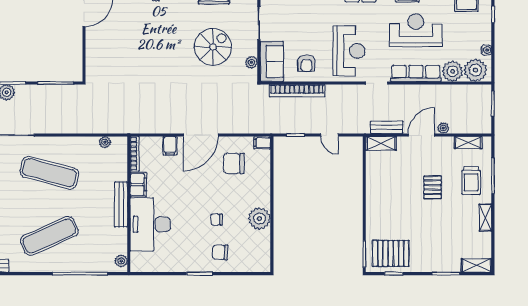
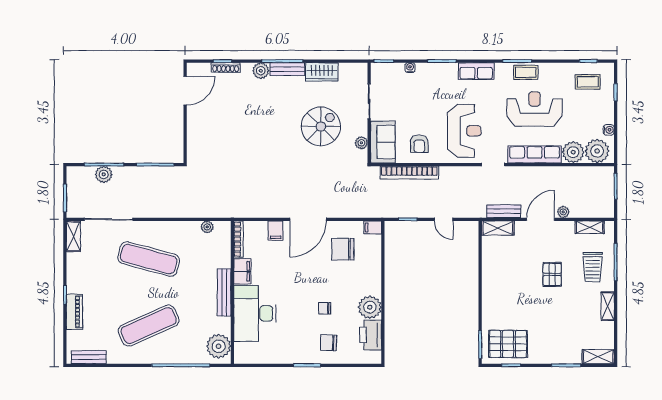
printer: (260, 245) -> (371, 335), added
plant: (121, 261) -> (219, 346), width x1.88, depth x1.88

